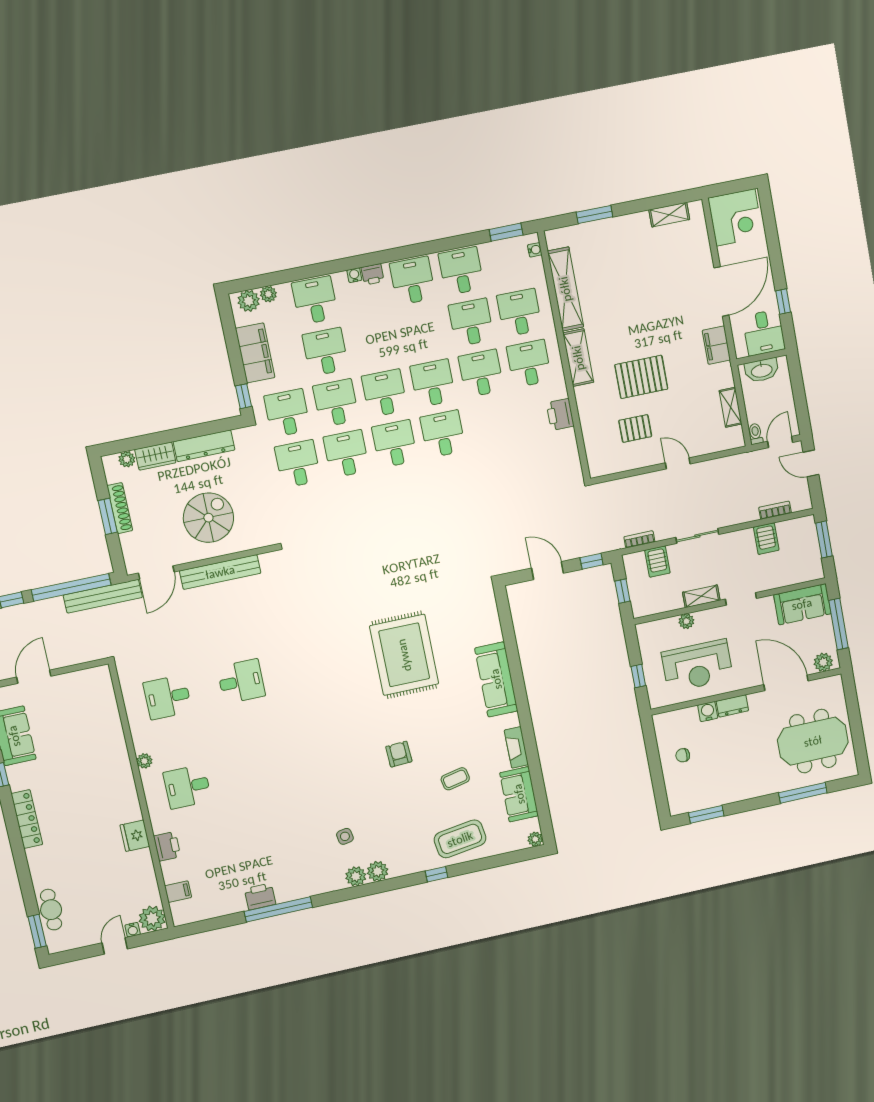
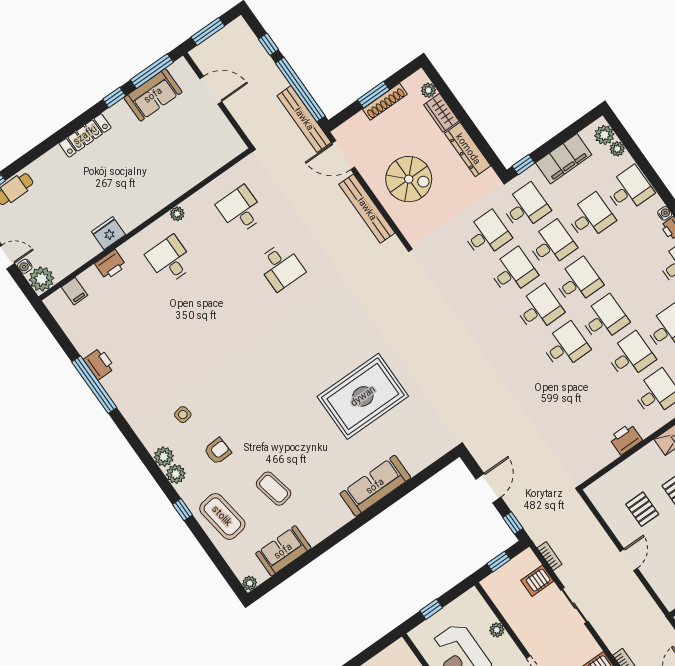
shelving: (701, 596) -> (524, 633), removed
fireplace: (516, 747) -> (324, 530), removed
armchair: (399, 754) -> (218, 451), moved
coffee table: (455, 779) -> (274, 489), width x1.36, depth x1.30
plant: (356, 876) -> (176, 474), moved

